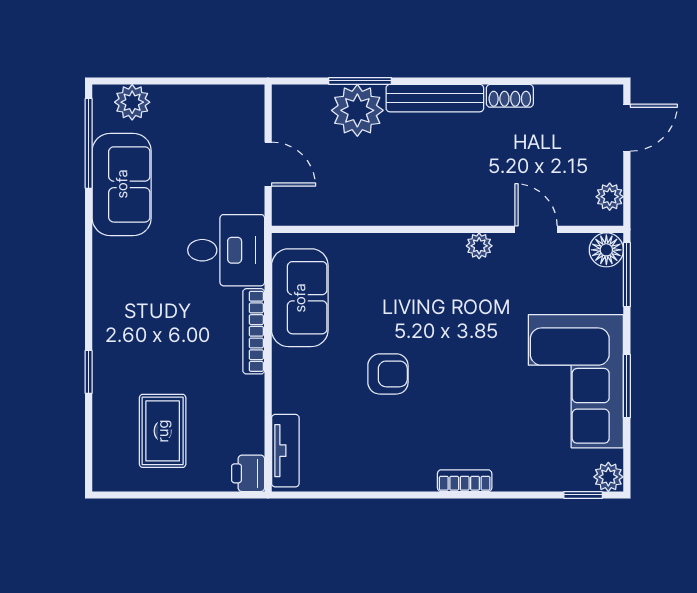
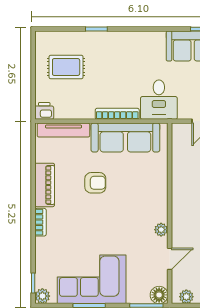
sofa: (300, 298) -> (125, 137), width x1.36
armchair: (388, 374) -> (95, 183), turned -90
tv unit: (285, 451) -> (64, 130), width x1.41
piano: (392, 473) -> (45, 185), added

